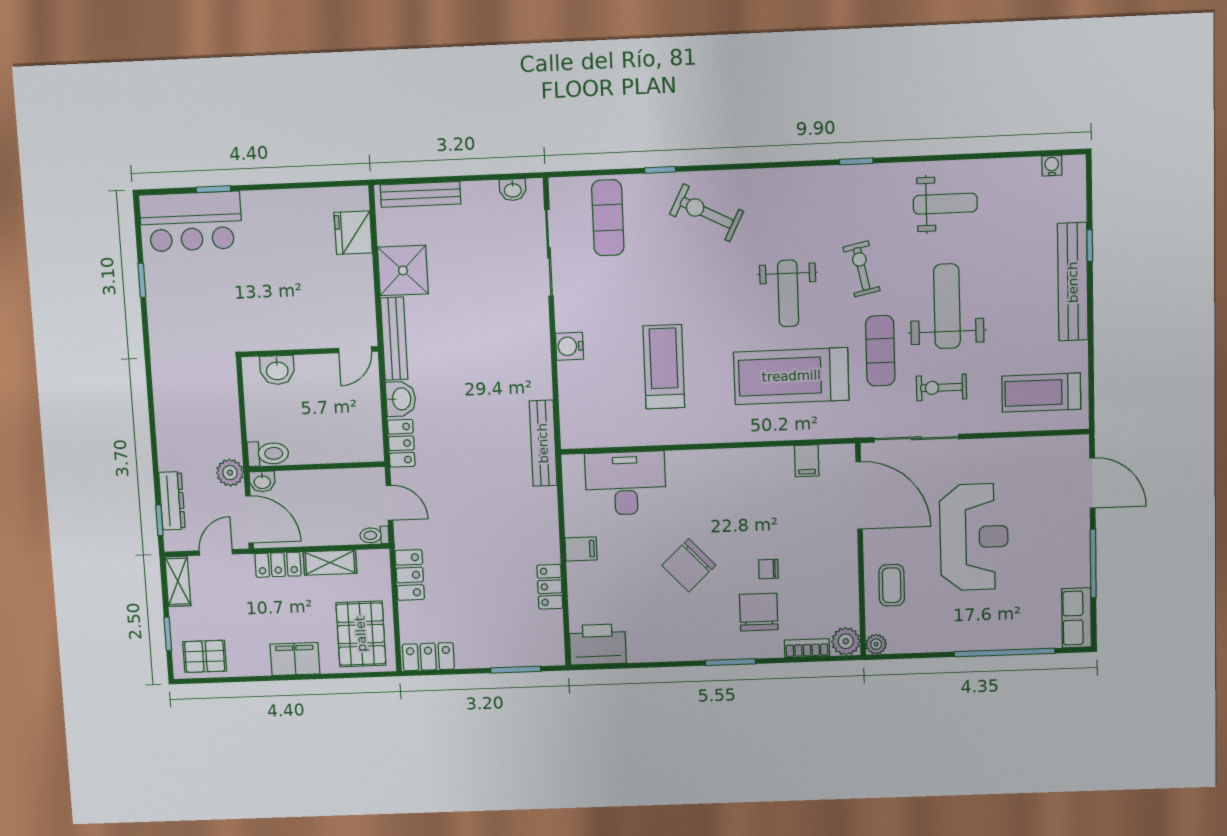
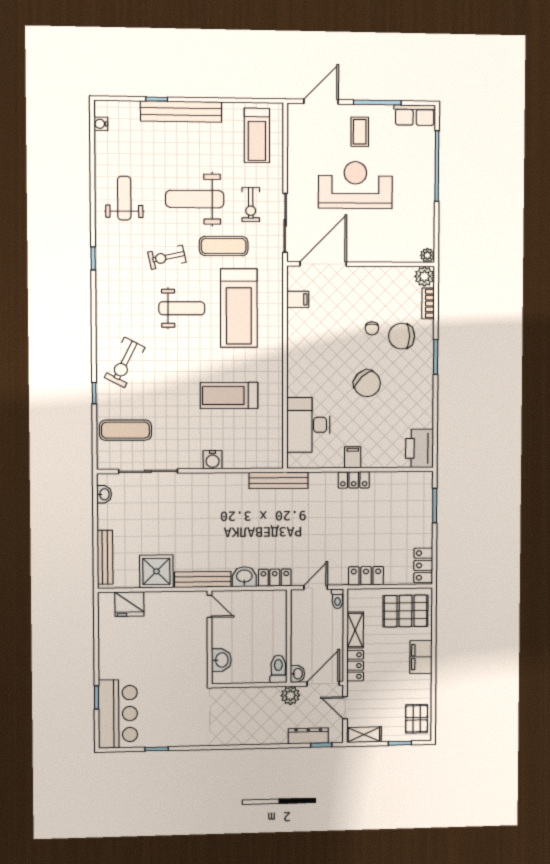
coffee table: (892, 585) -> (360, 132), moved, turned 90
locker: (550, 587) -> (354, 480), moved

